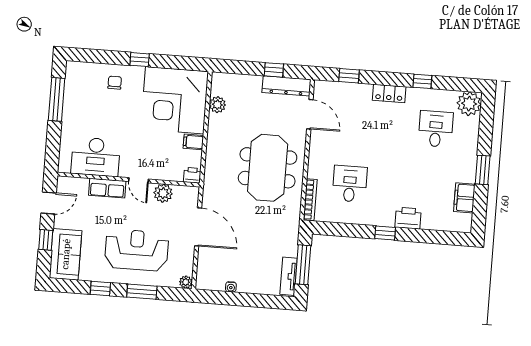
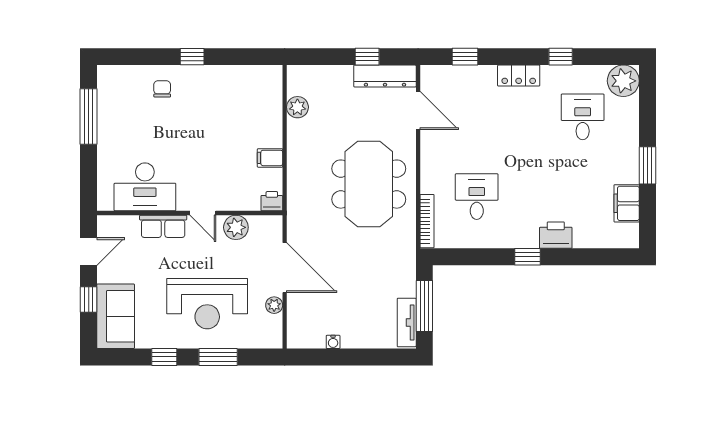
corner desk: (175, 100) -> (242, 106), removed
reception desk: (137, 250) -> (207, 304), turned 180
plant: (186, 282) -> (274, 305), moved

